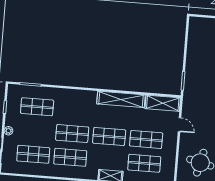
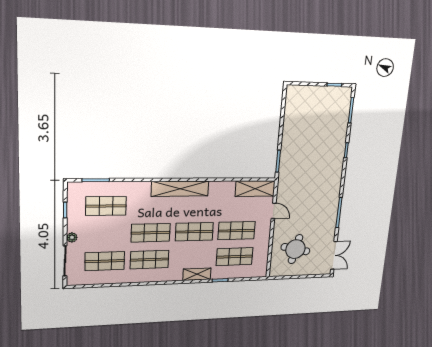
shelving: (121, 99) -> (180, 189), moved

